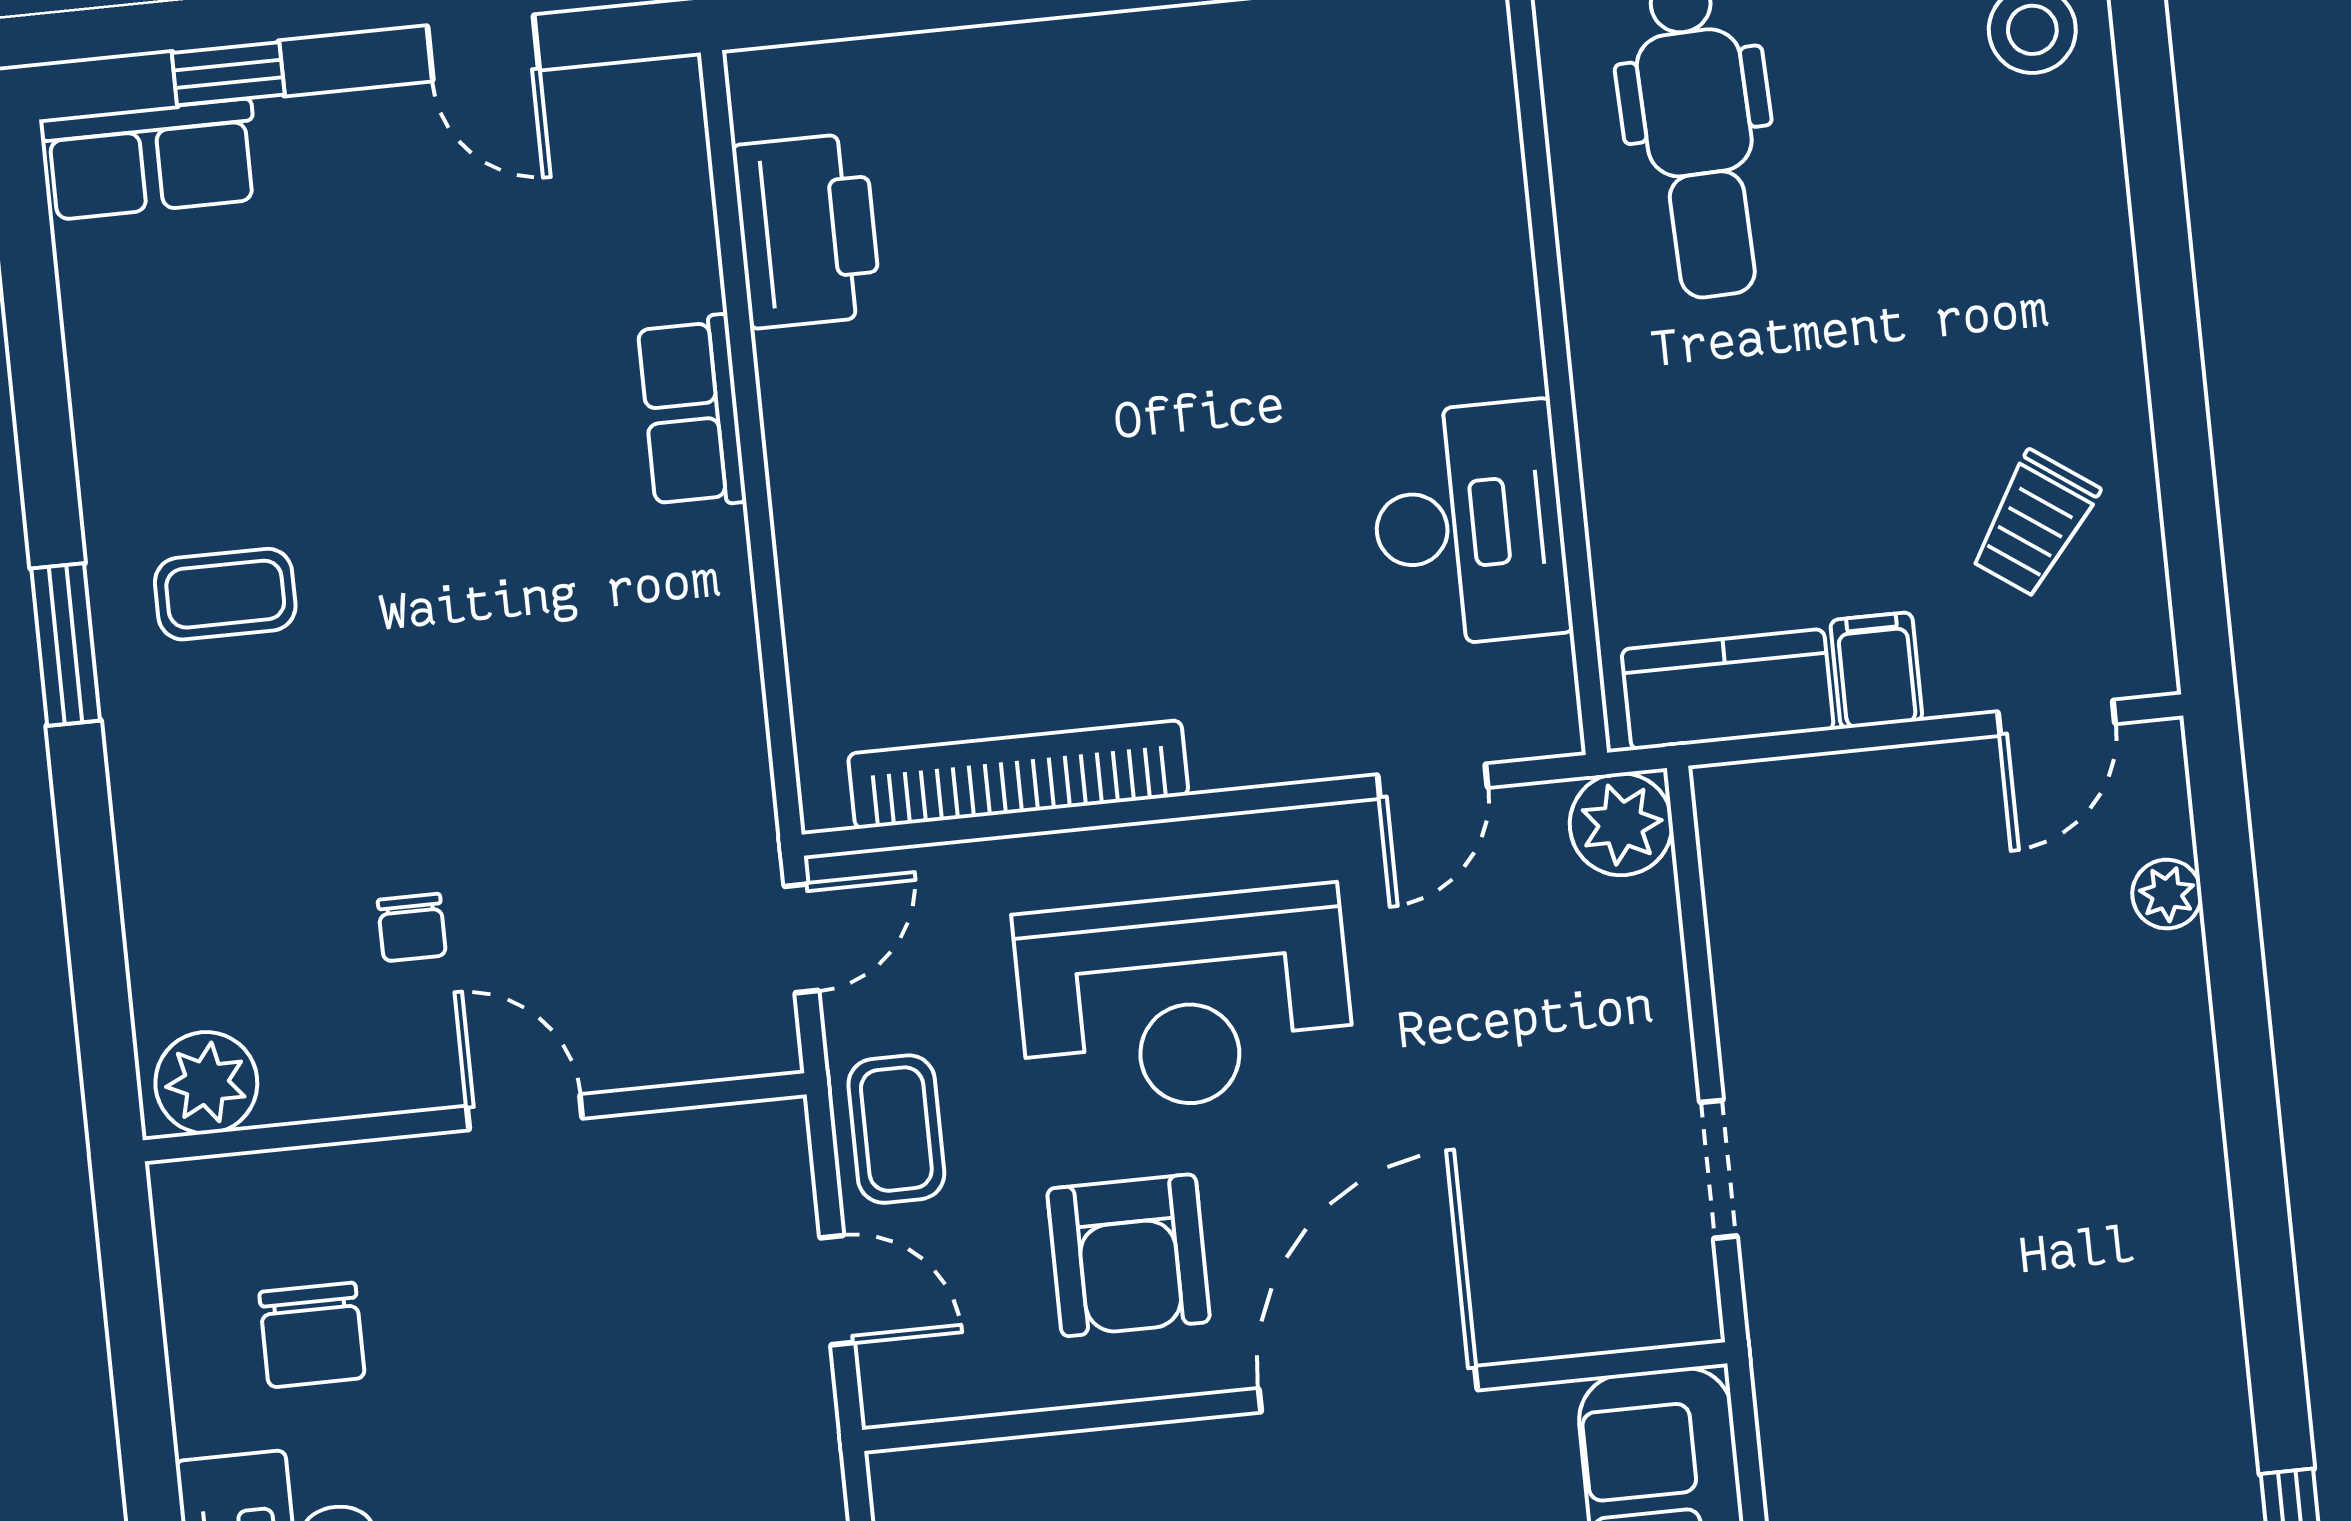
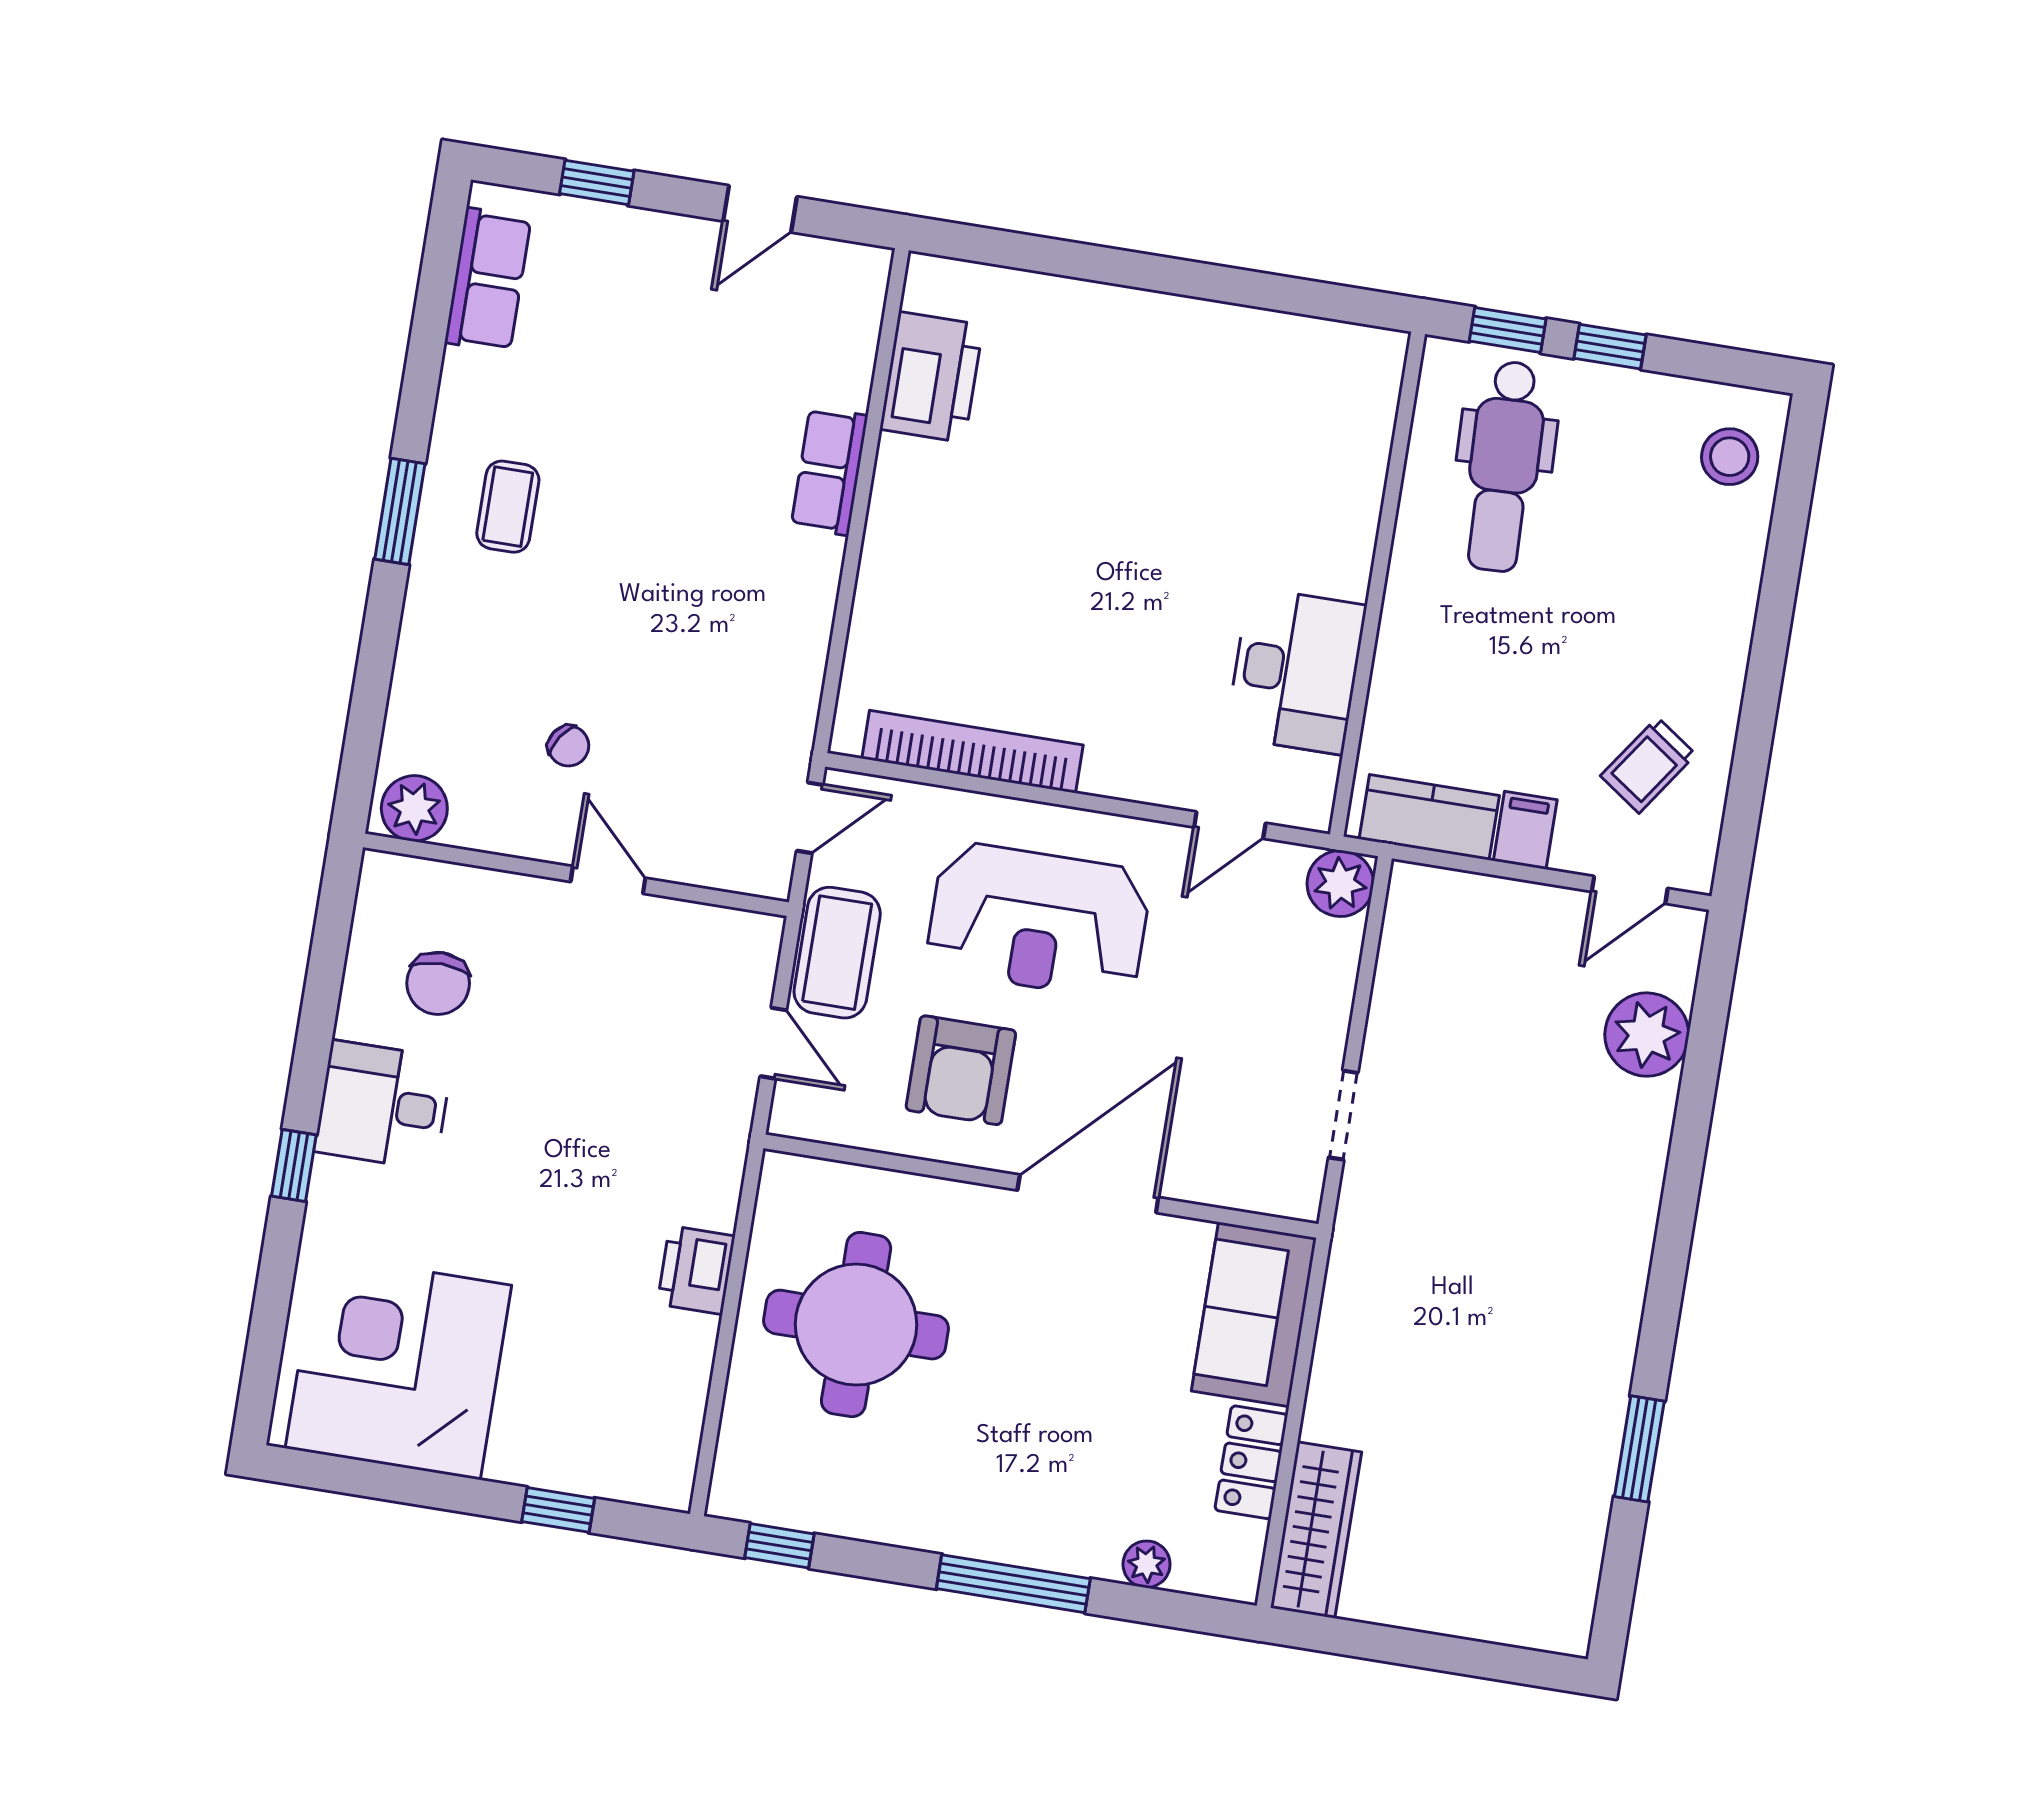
door: (483, 48) -> (760, 209), hinge flipped
row of seats: (150, 159) -> (488, 280), moved, turned -90
coffee table: (225, 594) -> (508, 507), turned 90
plant: (2167, 894) -> (1647, 1035), width x1.88, depth x1.88
chair: (412, 928) -> (568, 746), turned -56
coffee table: (896, 1129) -> (837, 953), width x1.36, depth x1.30

